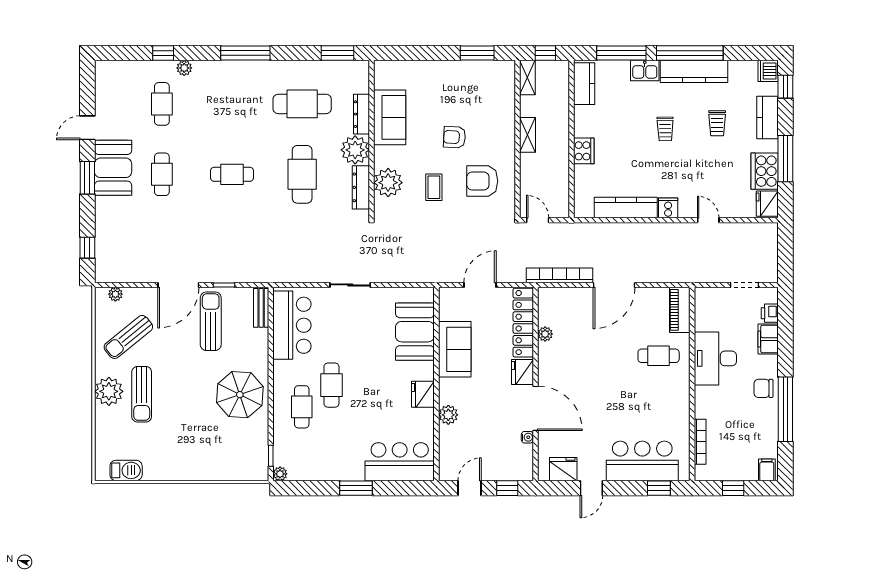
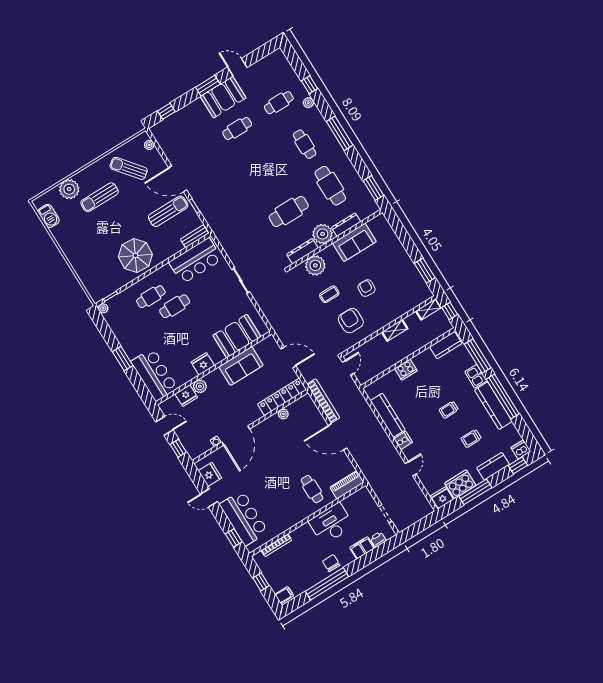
cafe table: (232, 174) -> (305, 144), moved
fridge: (522, 372) -> (186, 396), moved, turned 180
plant: (109, 391) -> (69, 189), moved

